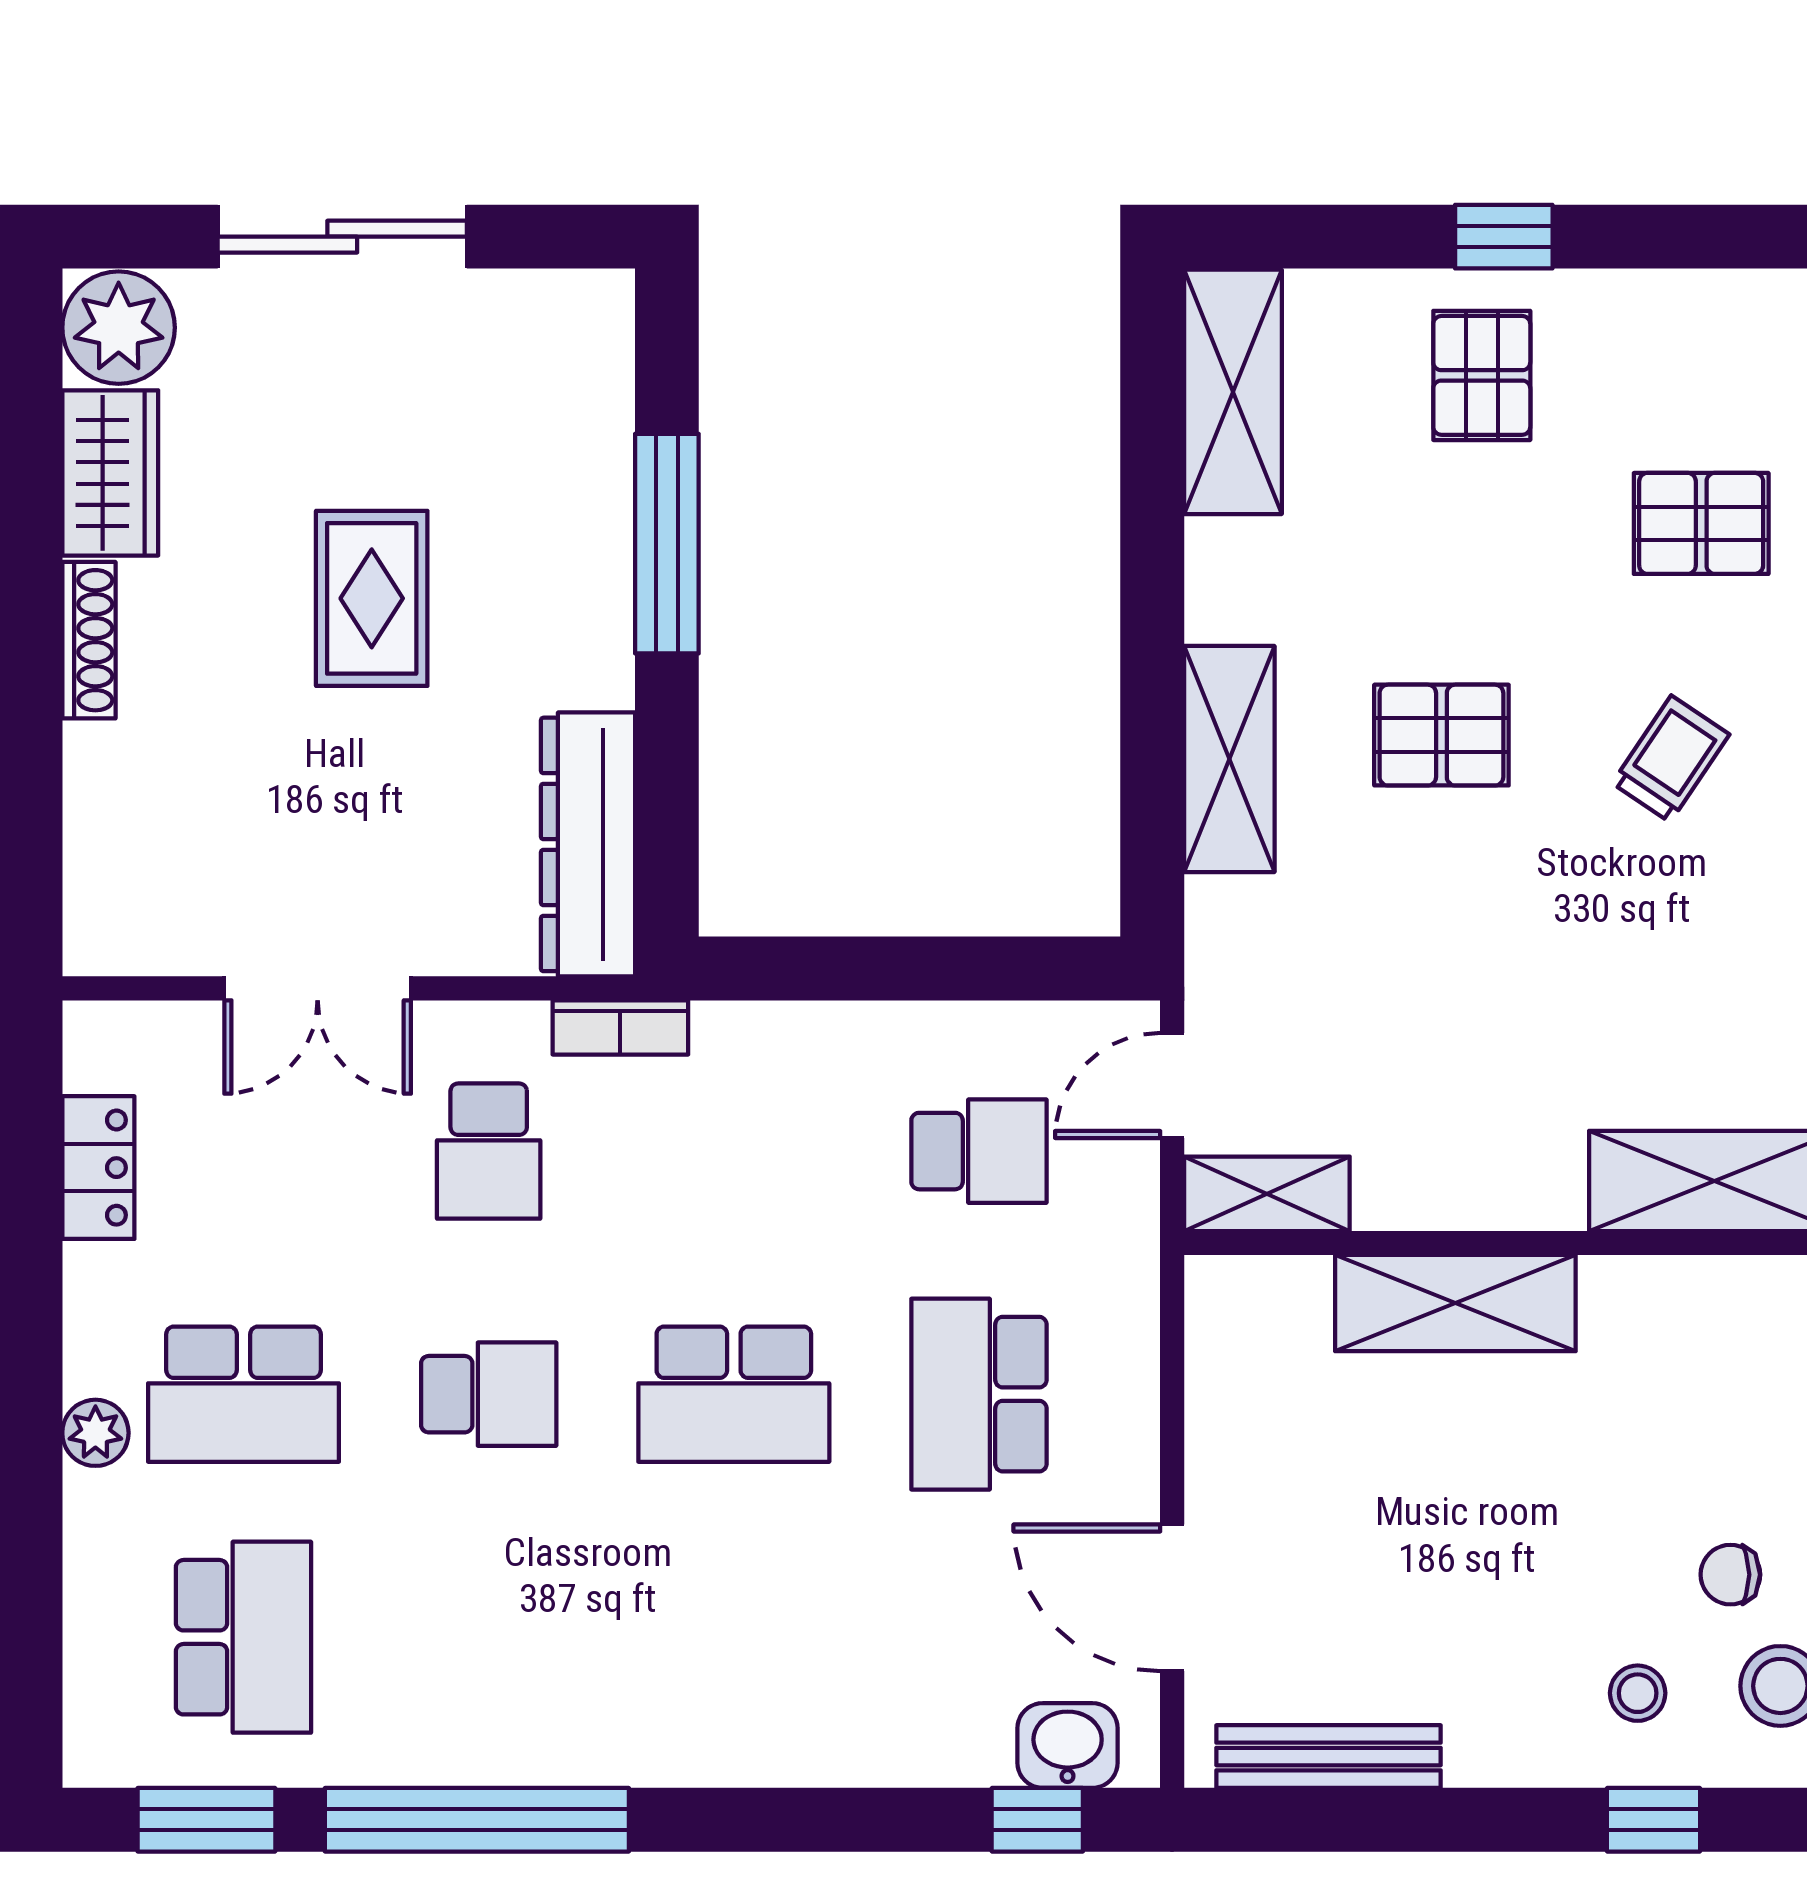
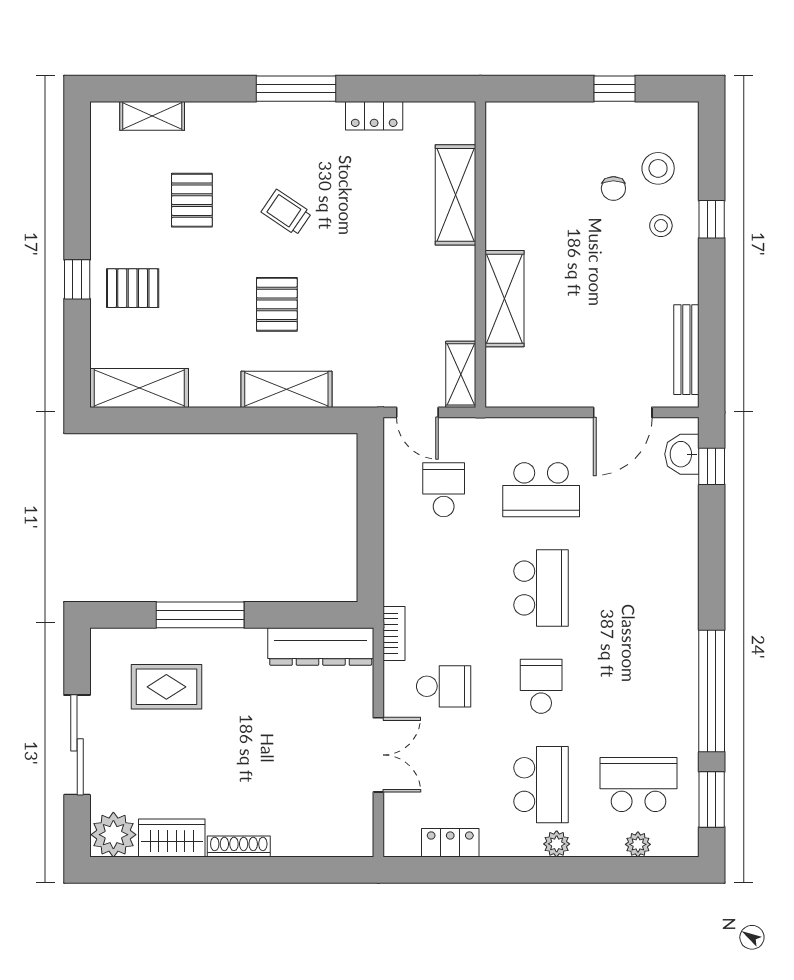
rug: (372, 598) -> (166, 687), moved
plant: (94, 1636) -> (638, 844), added

